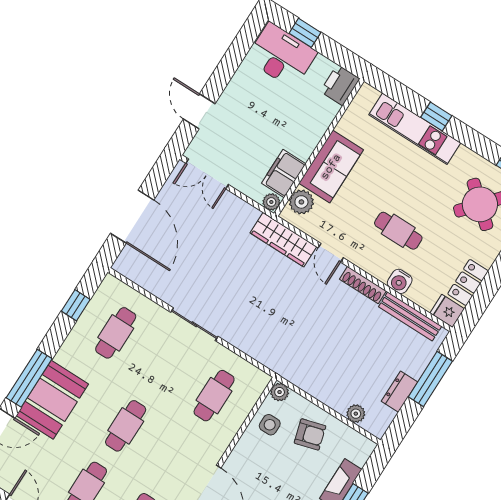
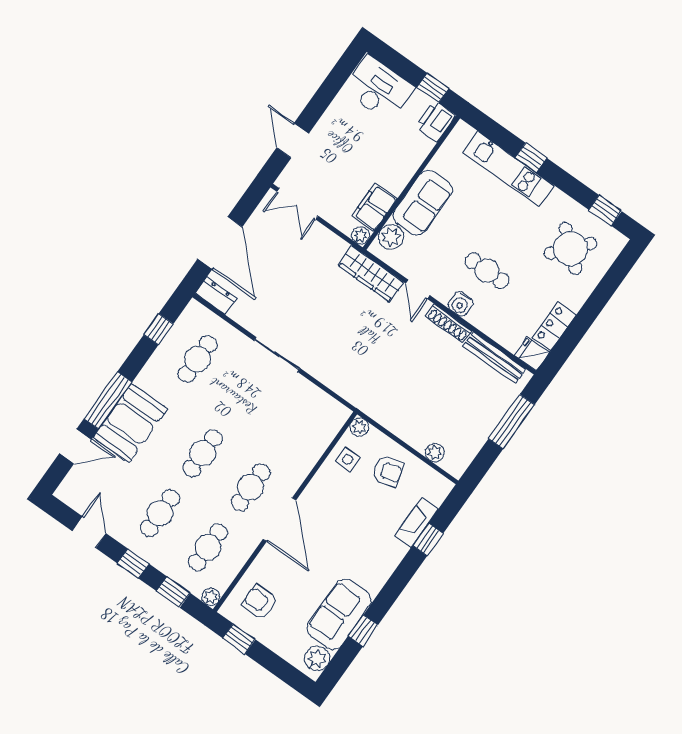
window: (305, 33) -> (433, 88), moved
water cooler: (400, 281) -> (461, 304), moved
dresser: (400, 392) -> (216, 296), moved, turned 90
cafe table: (214, 396) -> (251, 487), moved

